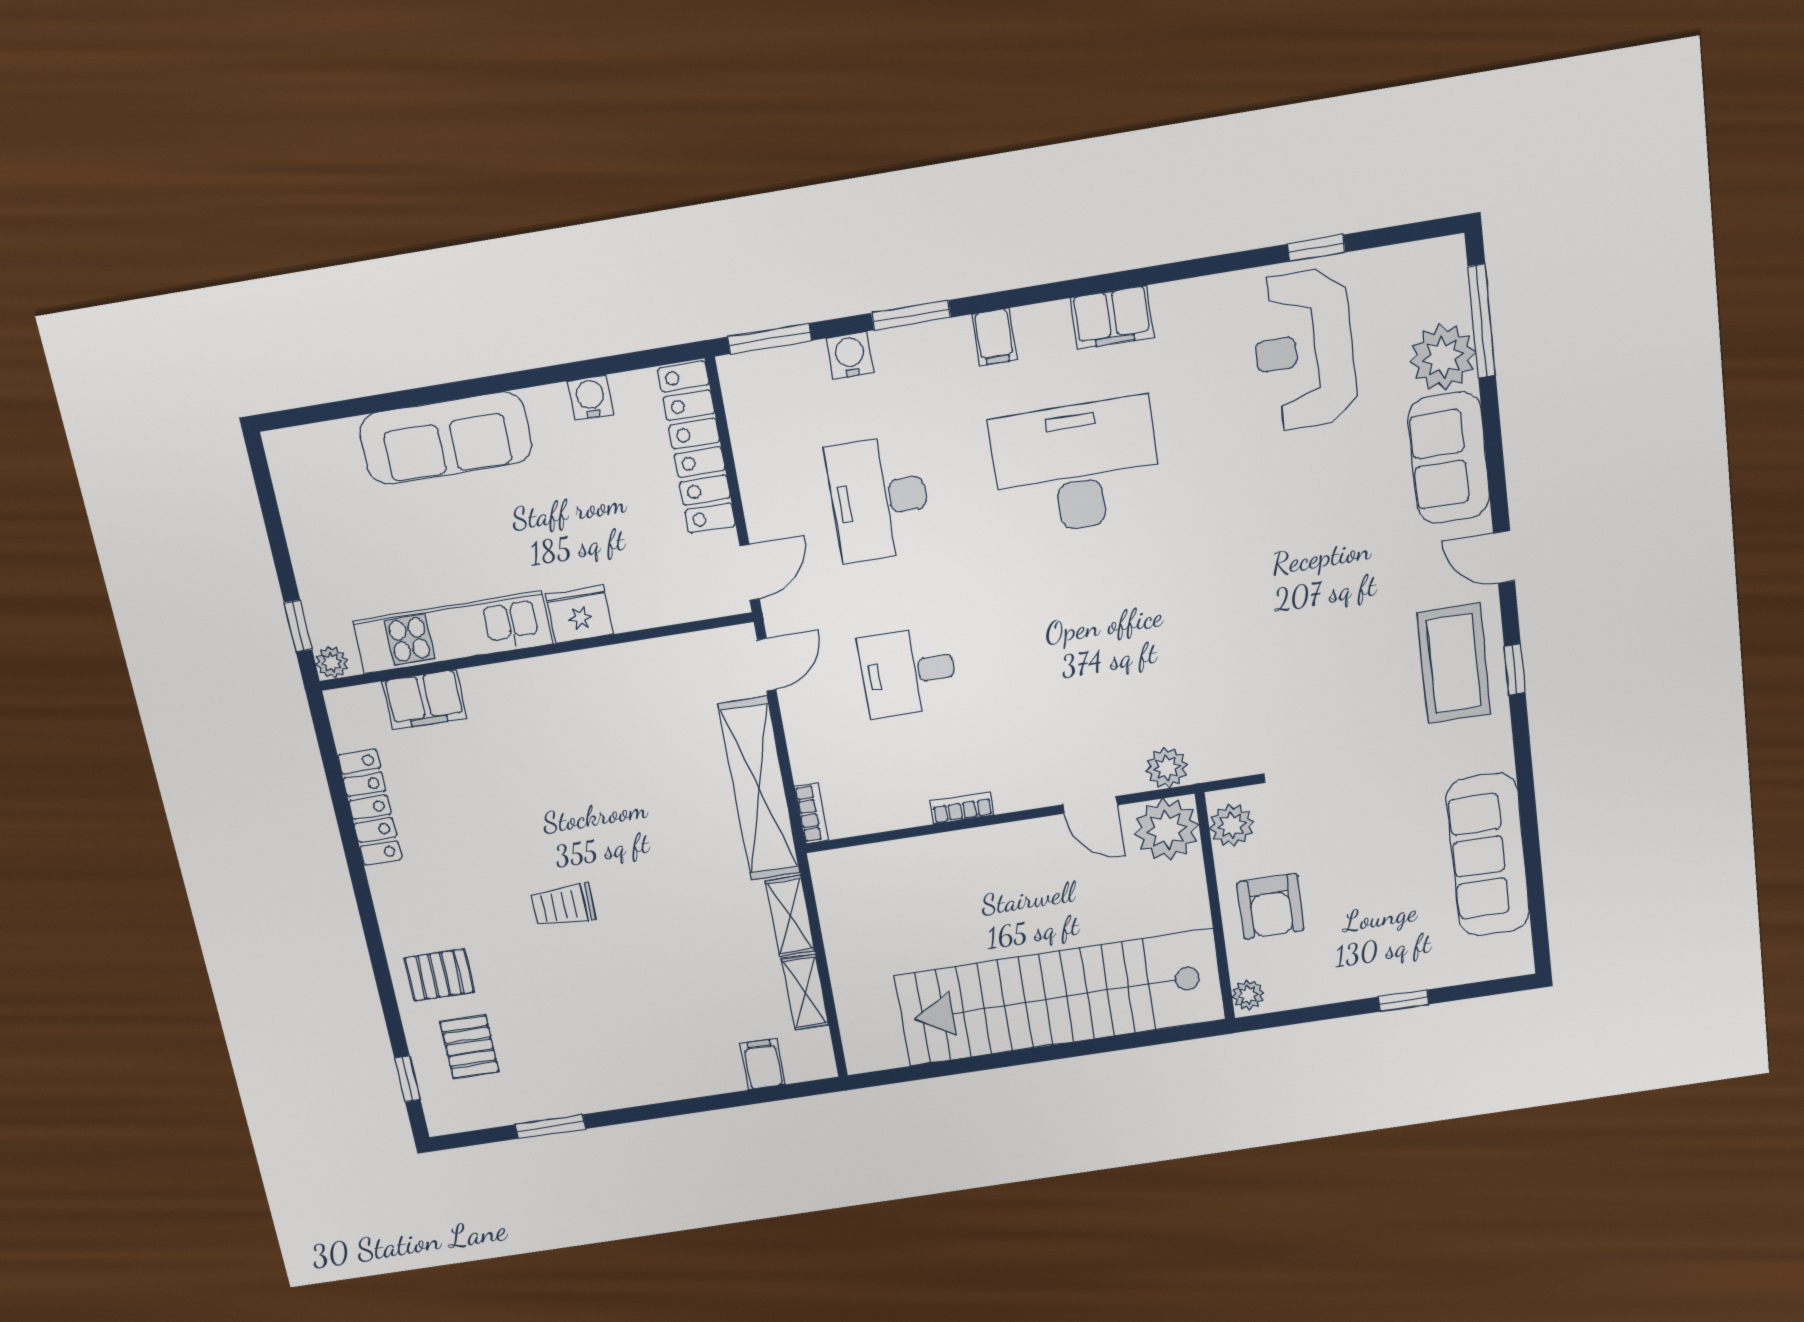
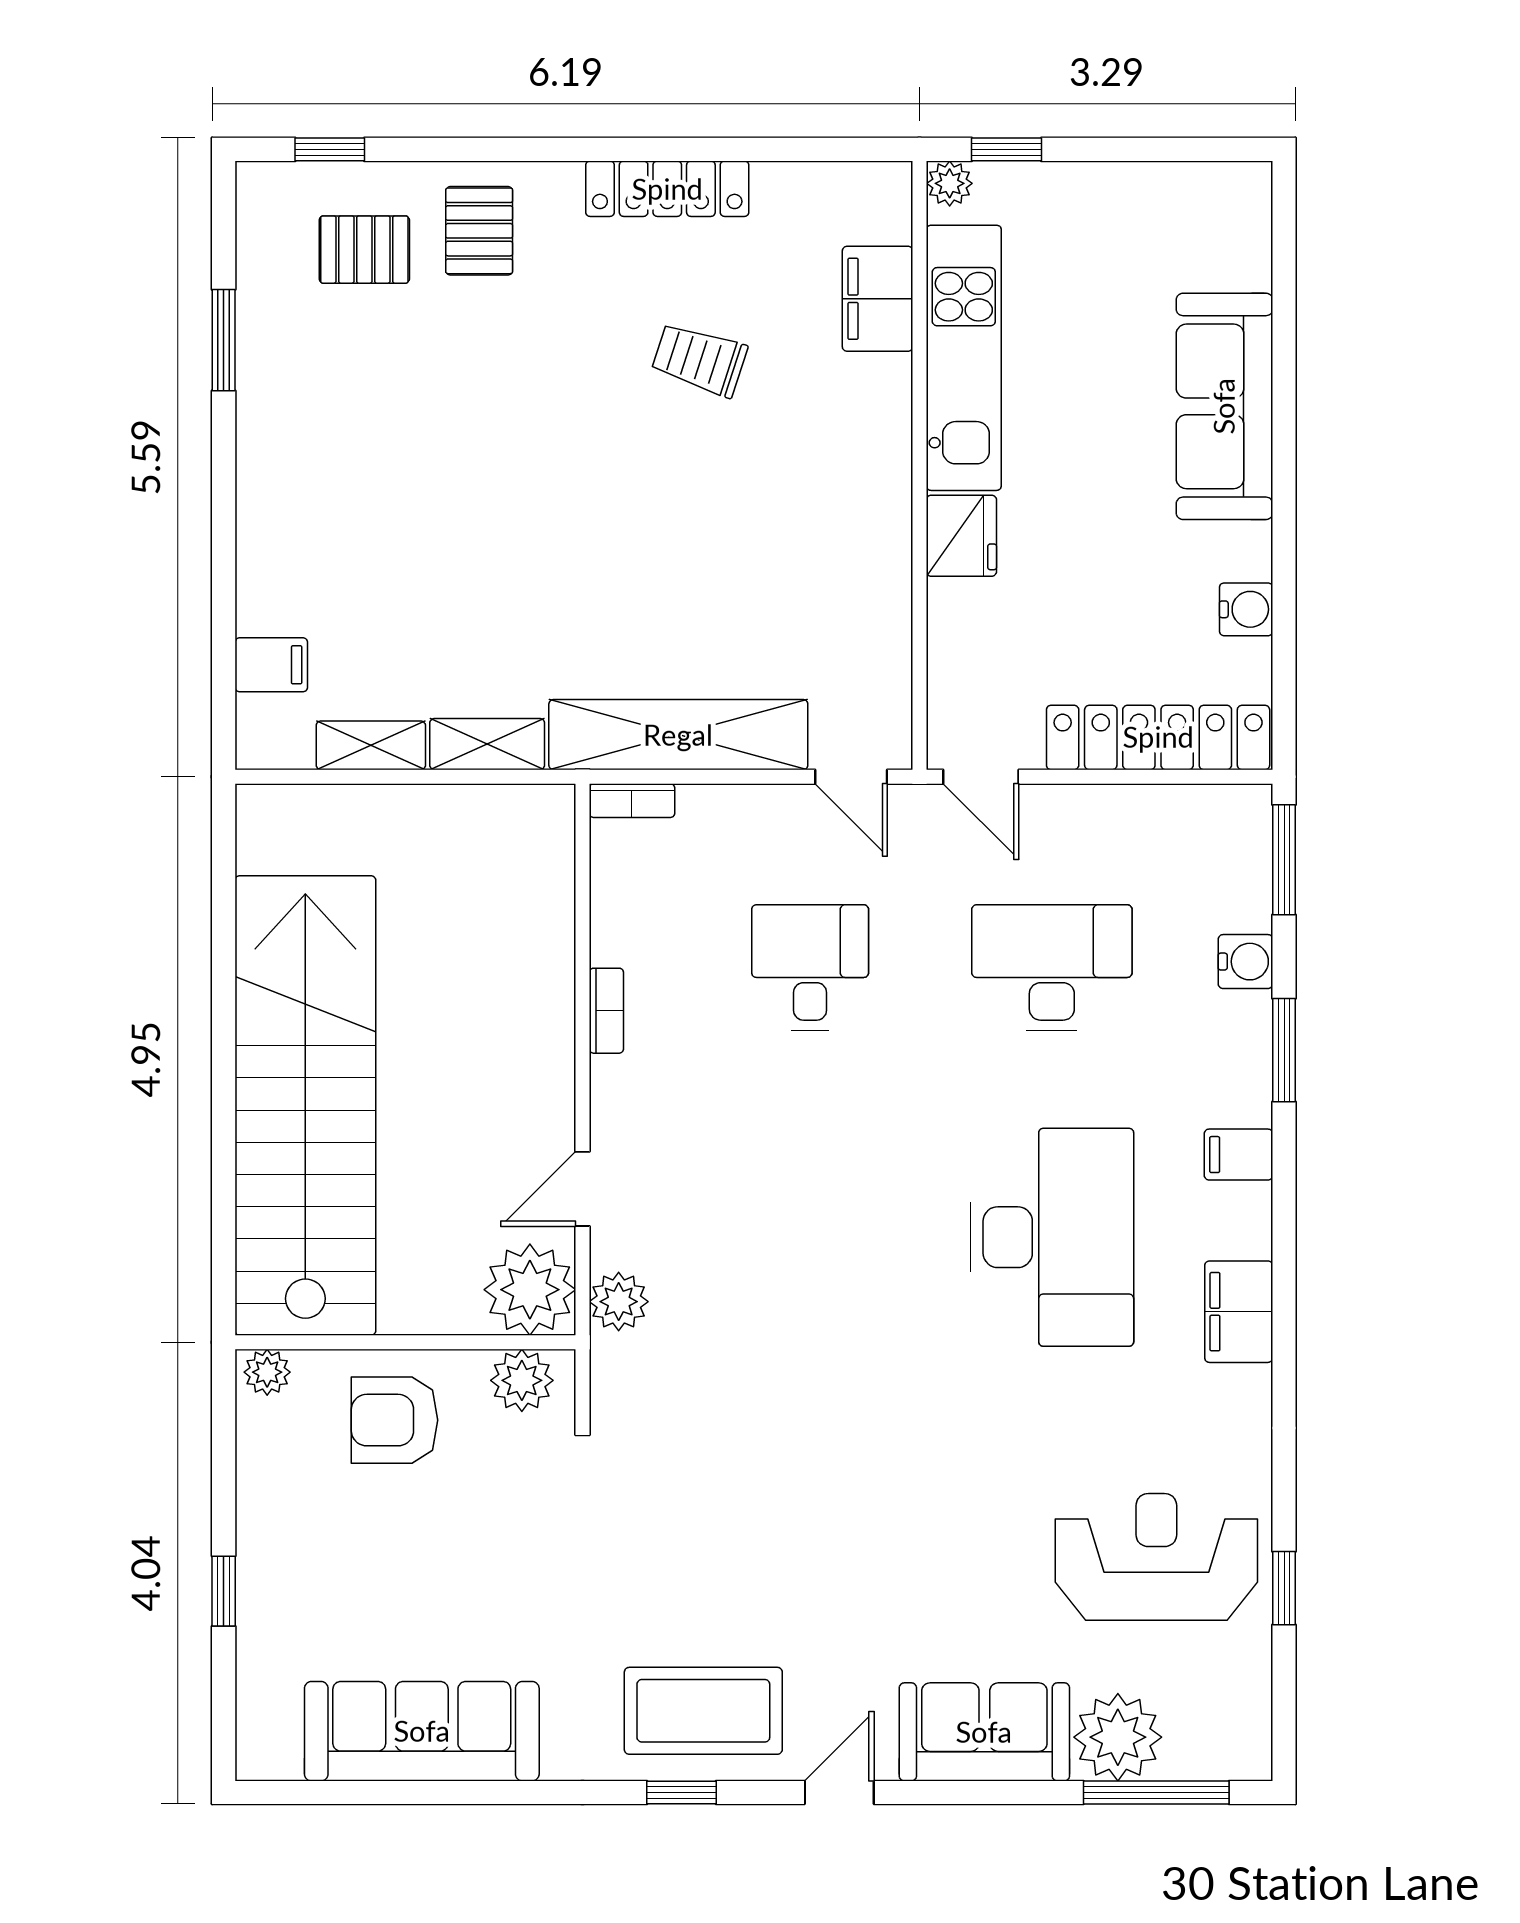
locker: (370, 807) -> (667, 189), moved
trolley: (563, 905) -> (699, 359), moved, turned -72

